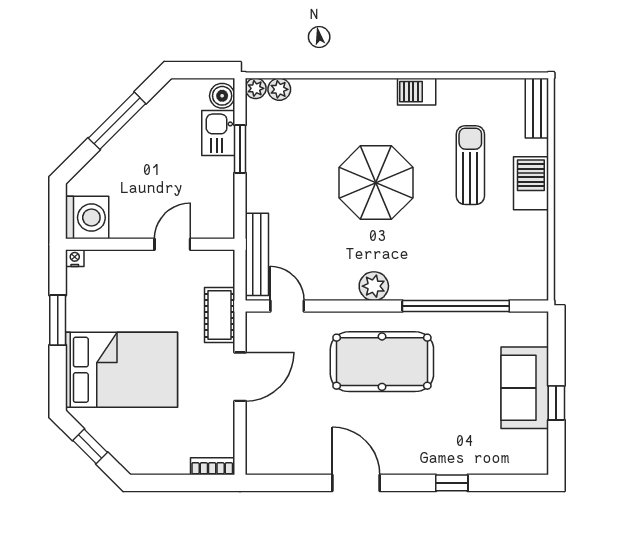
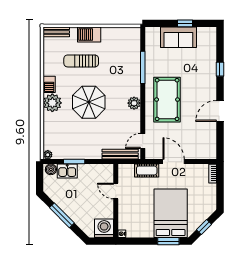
plant: (279, 89) -> (52, 103), moved, width x1.88, depth x1.88
window: (456, 306) -> (143, 67), width x0.68
window: (58, 320) -> (168, 241), moved

